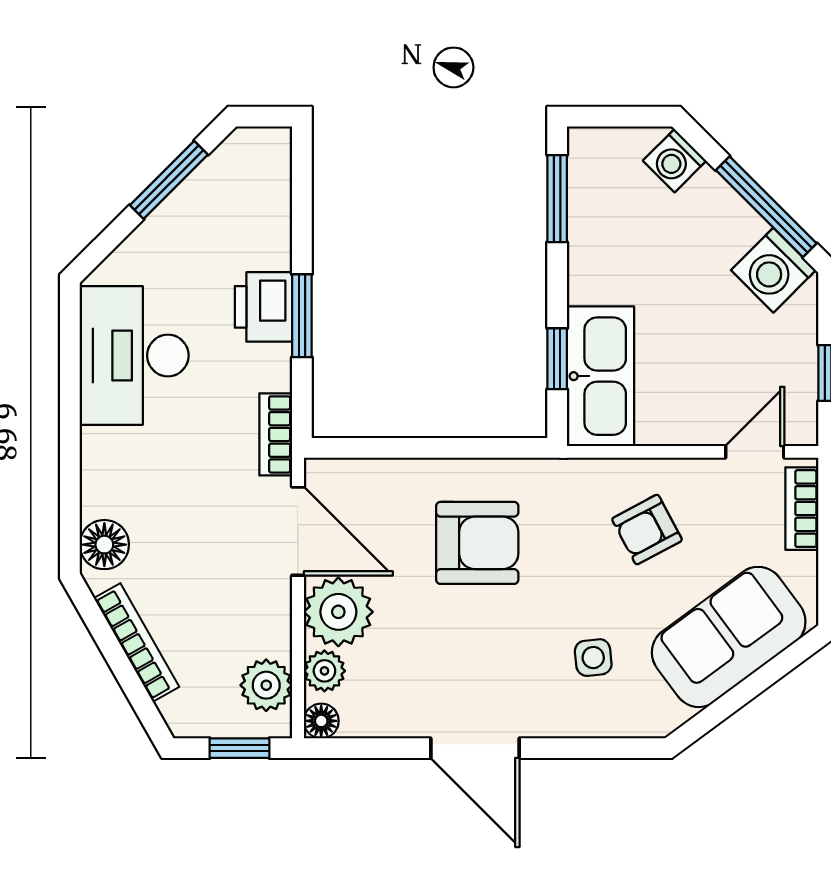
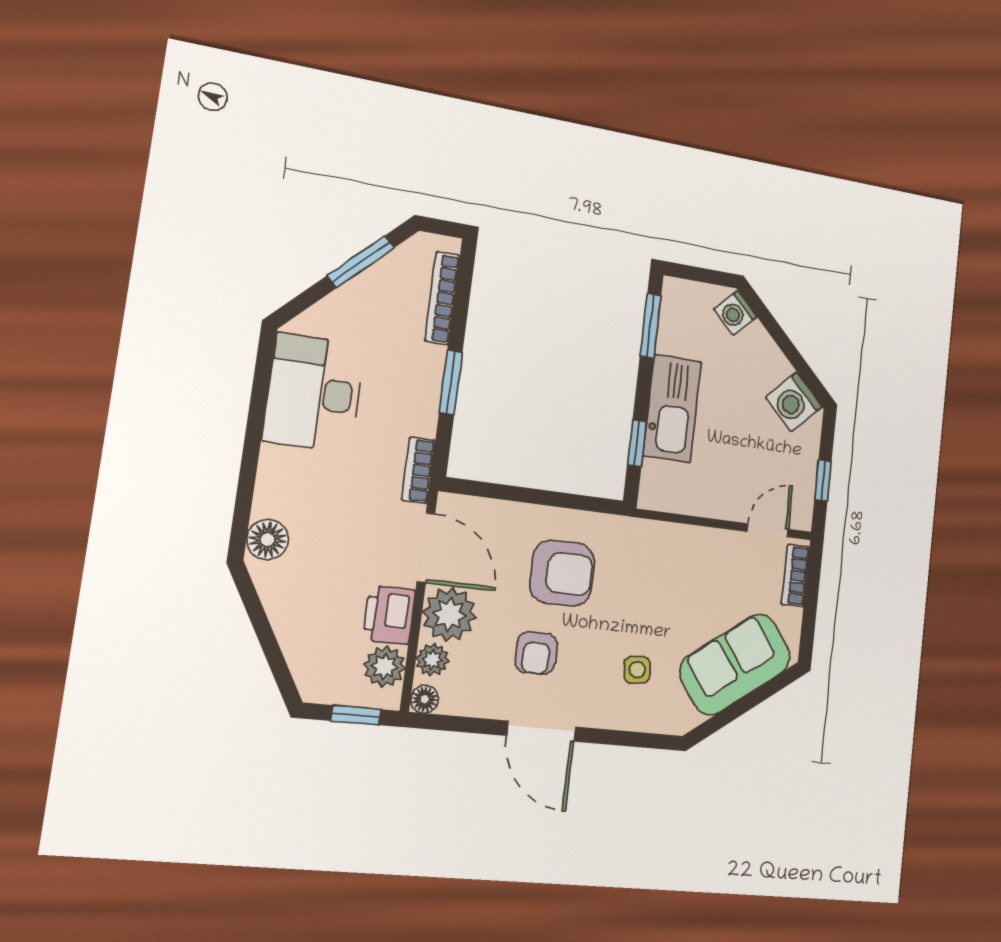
window: (766, 207) -> (794, 356), removed
printer: (264, 307) -> (389, 615), moved
kitchen sink: (600, 376) -> (672, 408), moved
armchair: (647, 530) -> (536, 653), moved, turned -62
bookcase: (136, 642) -> (442, 298), moved, turned -150

